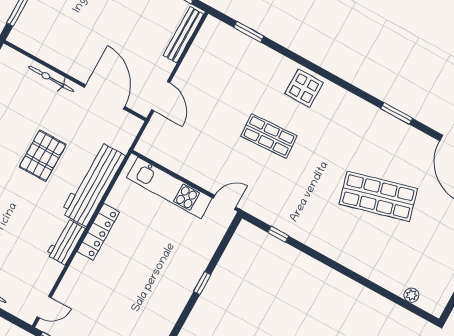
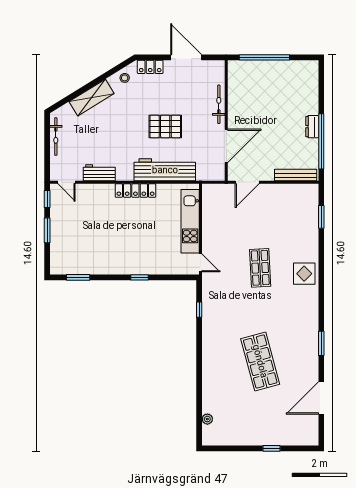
workbench: (66, 242) -> (99, 173), moved

